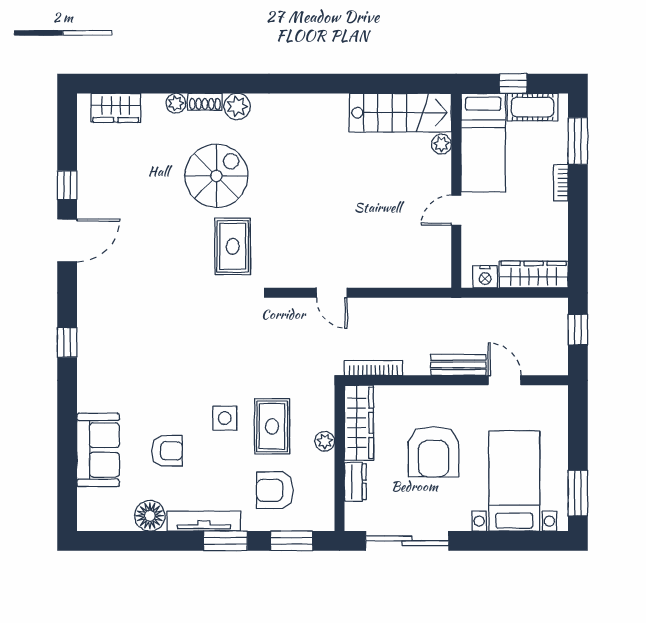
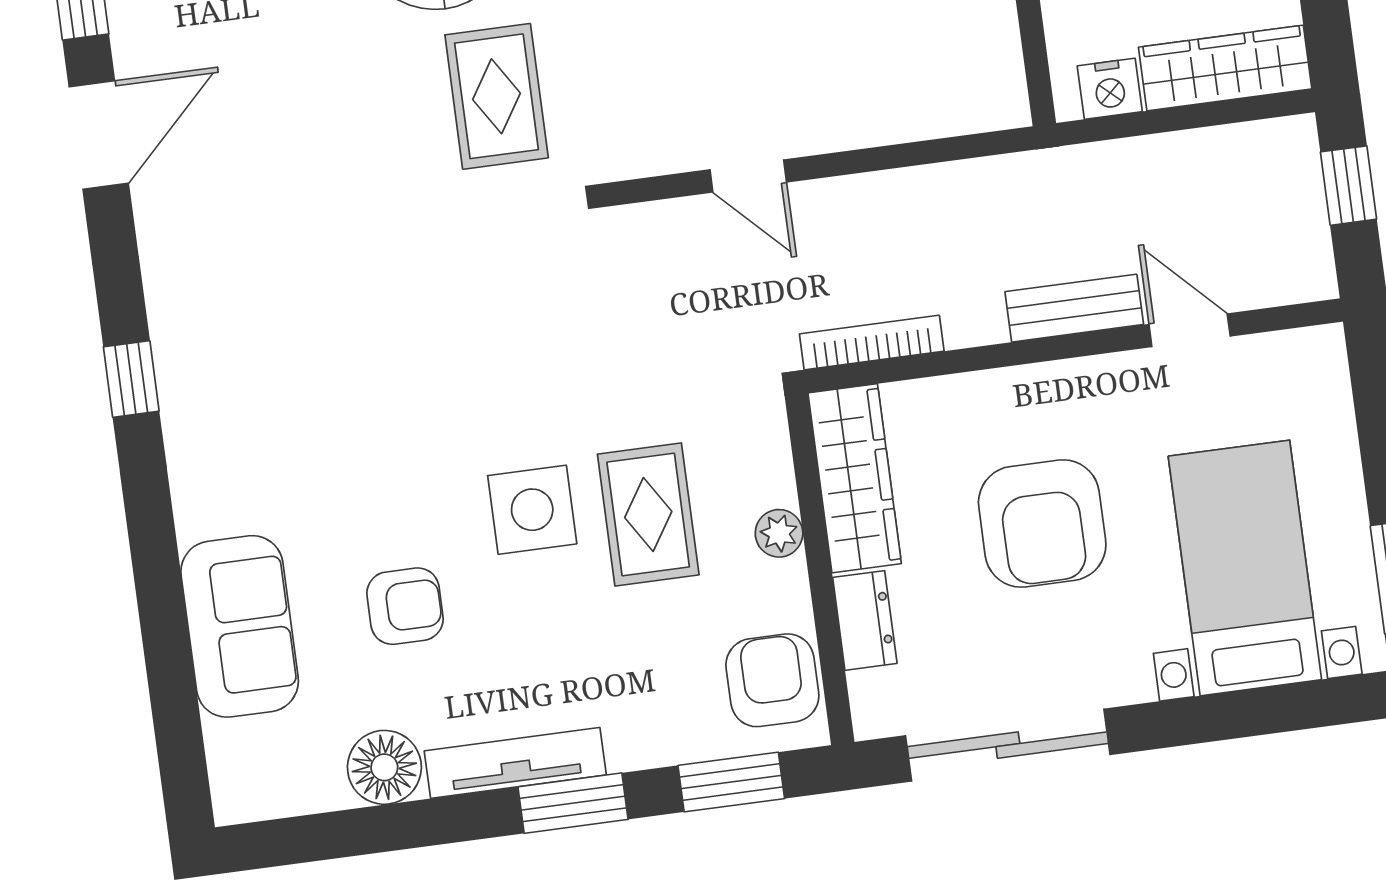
side table: (225, 418) -> (532, 510), width x1.37, depth x1.37
armchair: (275, 490) -> (772, 680), moved, turned 90

